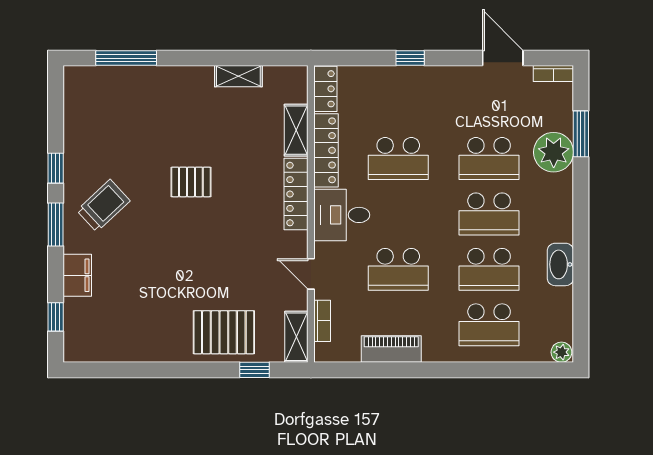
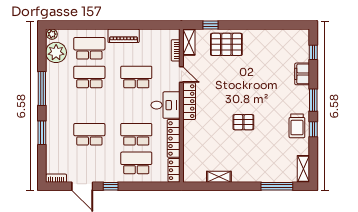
window: (410, 58) -> (111, 186), moved
shelving: (296, 130) -> (303, 169), moved
window: (581, 134) -> (42, 133), moved
plant: (554, 152) -> (56, 52), moved
locker: (296, 194) -> (189, 101), moved
trolley: (103, 206) -> (297, 126), moved, turned -47
school desk: (489, 214) -> (136, 163), moved
window: (581, 247) -> (42, 88), added
washbasin: (560, 264) -> (52, 79), removed
piano: (391, 349) -> (124, 36), moved

